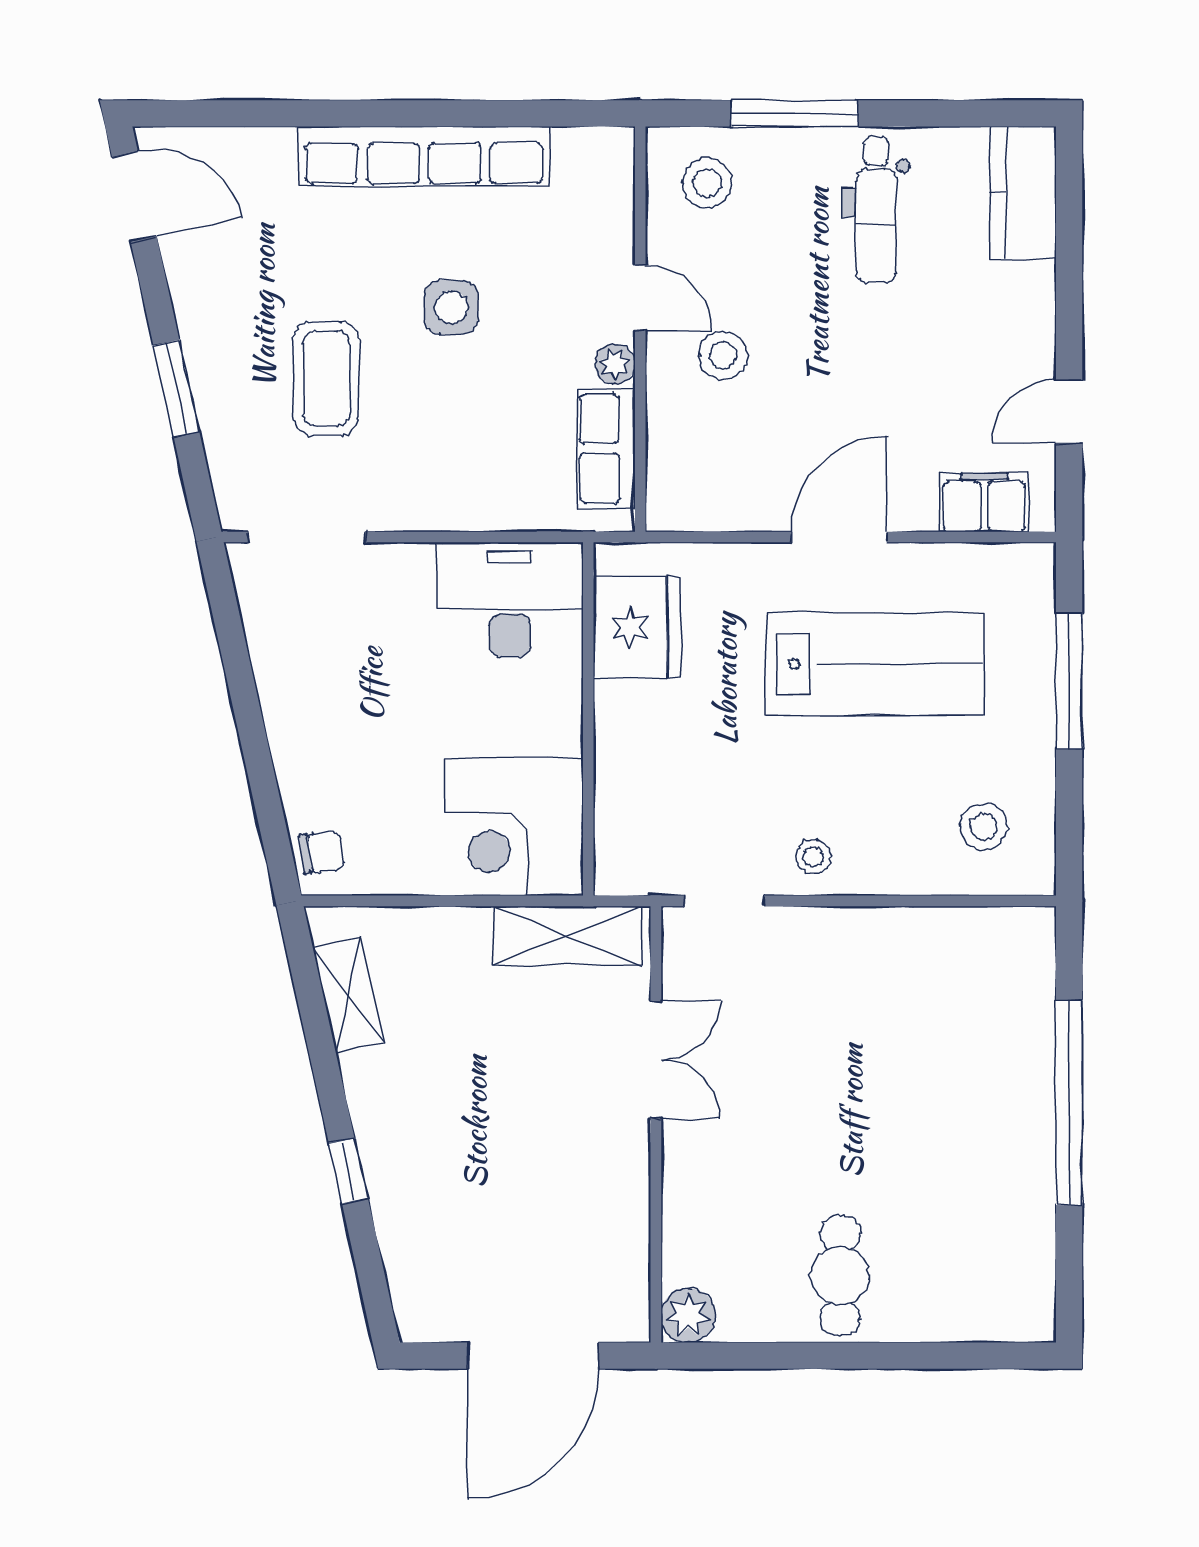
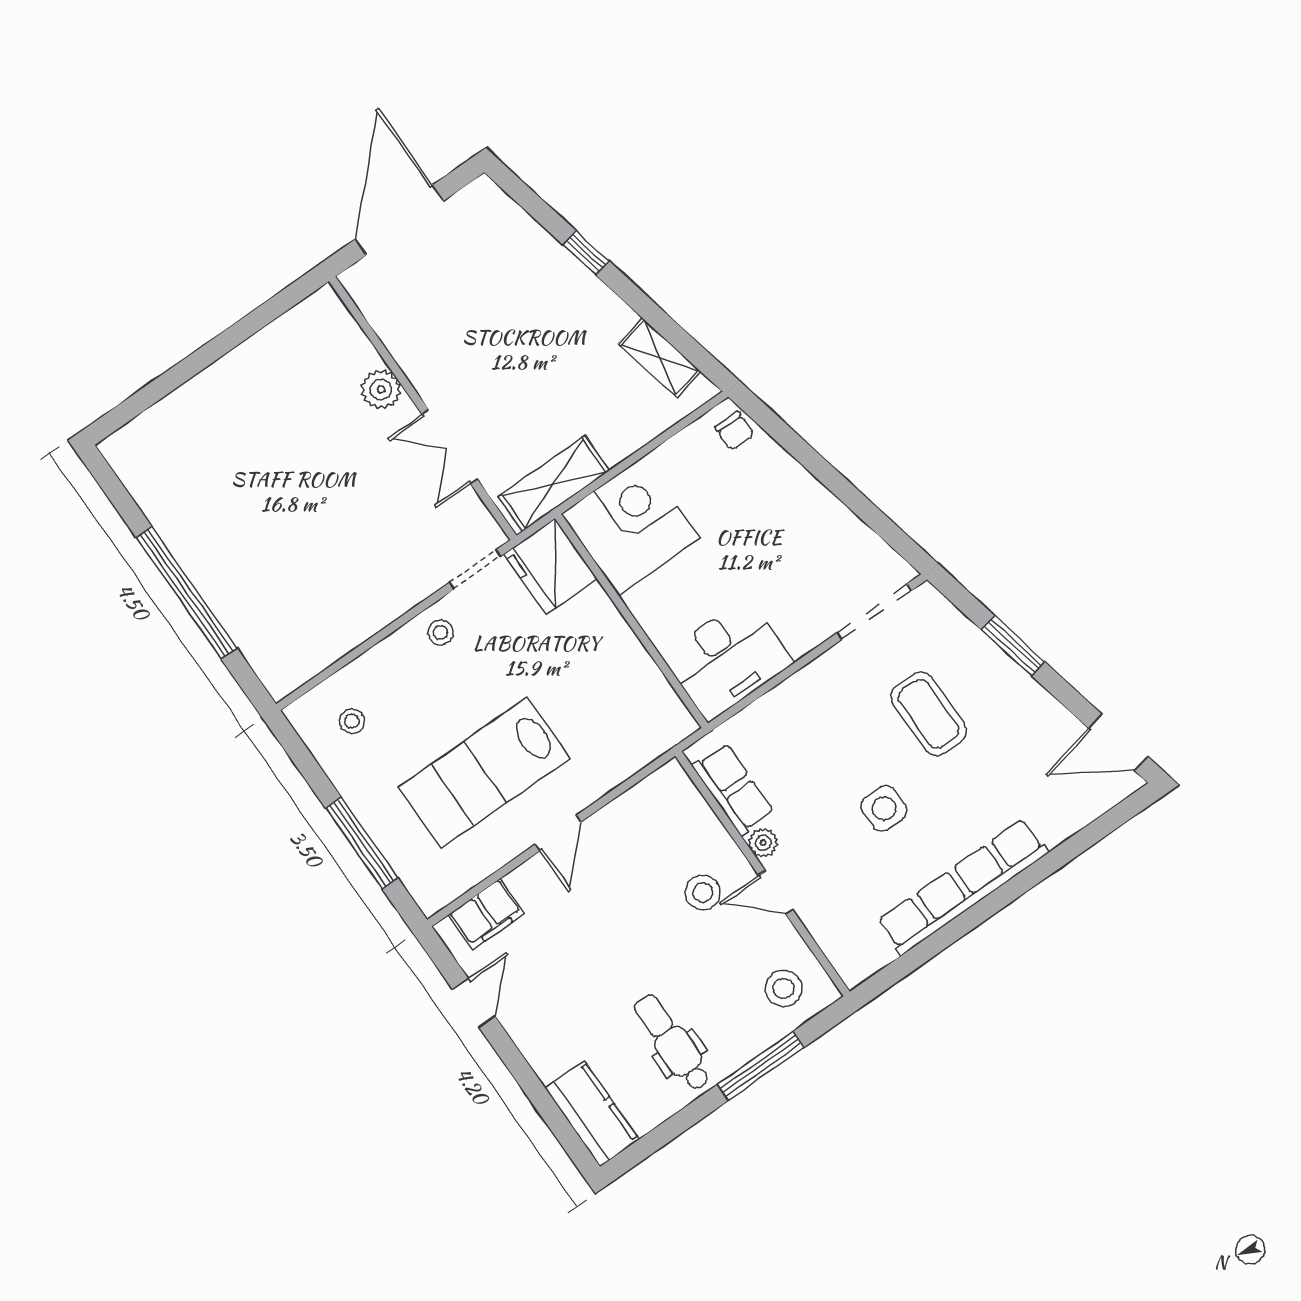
door: (839, 537) -> (558, 833), width x0.73
fridge: (637, 627) -> (550, 566), moved
stool: (984, 827) -> (352, 721), width x0.73, depth x0.73
chair: (321, 852) -> (734, 431), turned -83
cafe table: (840, 1276) -> (251, 395), removed
plant: (688, 1315) -> (381, 389), moved

